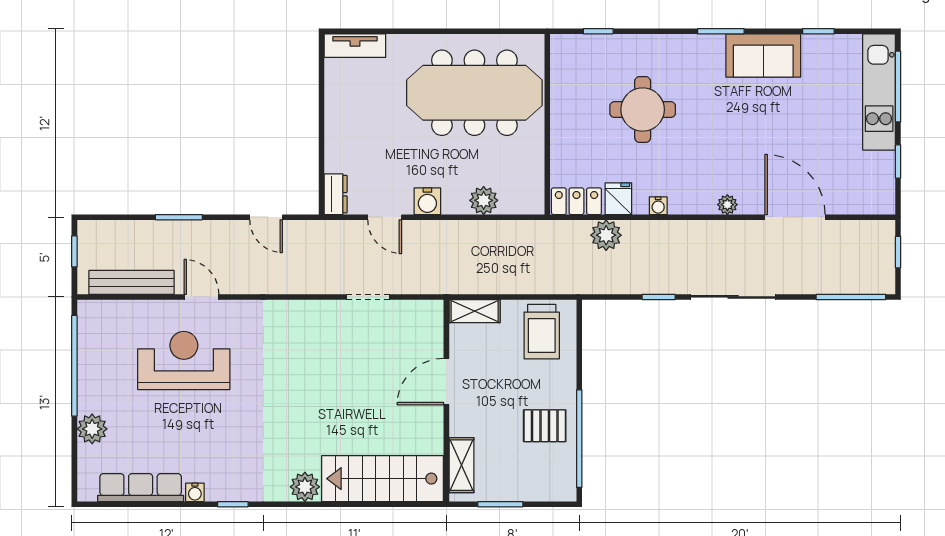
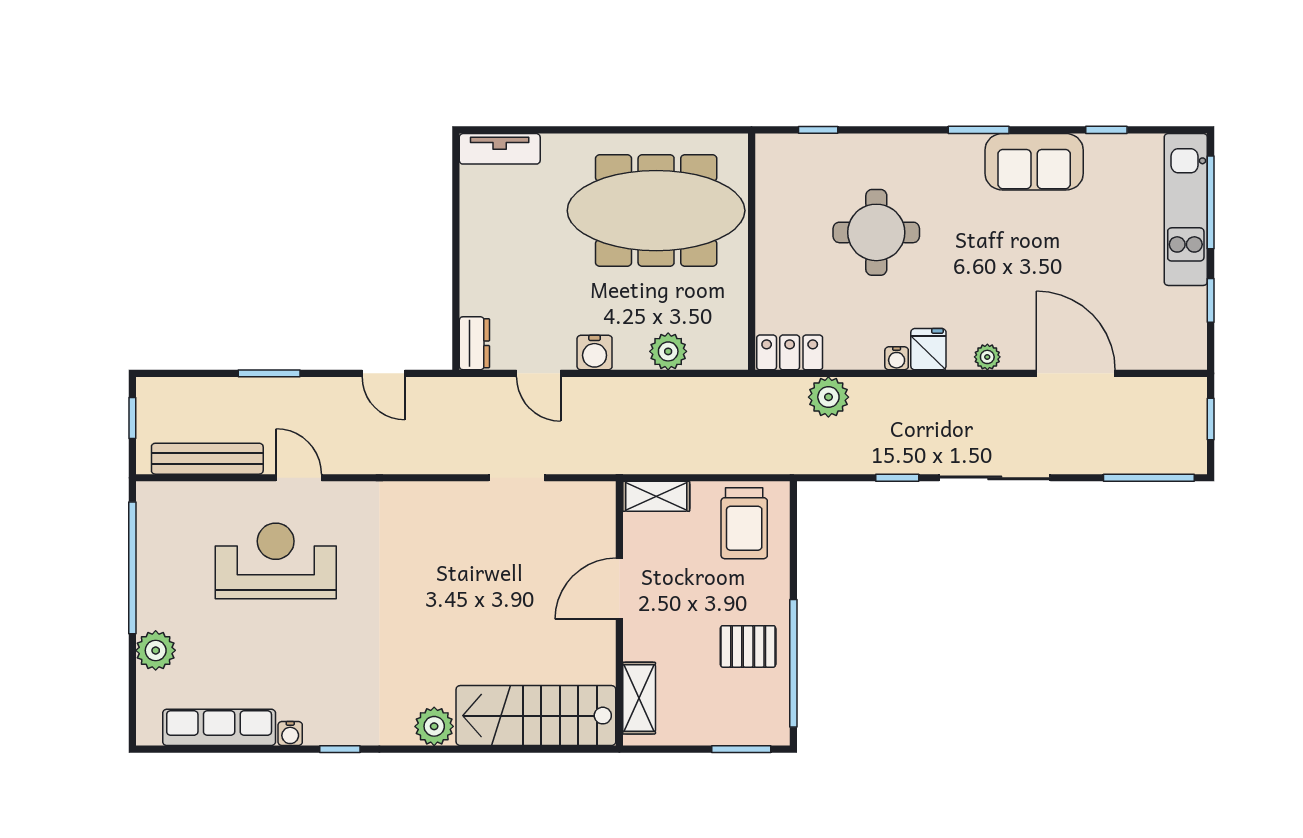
fridge: (618, 199) -> (928, 349), moved
window: (500, 504) -> (741, 749), moved

